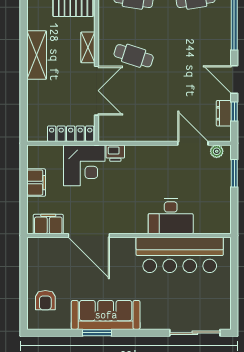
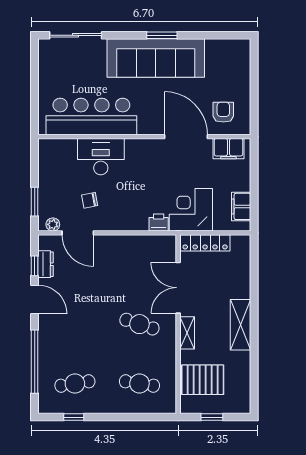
chair: (181, 175) -> (90, 200), added
filing cabinet: (36, 183) -> (241, 206), moved
armchair: (45, 300) -> (223, 112), moved
sofa: (106, 315) -> (156, 58), width x1.36, depth x1.27
window: (97, 333) -> (162, 35), moved

